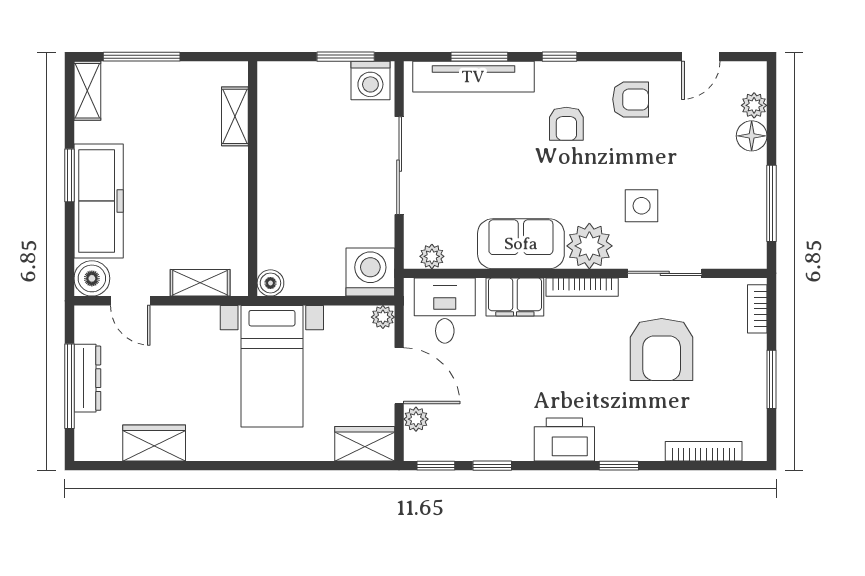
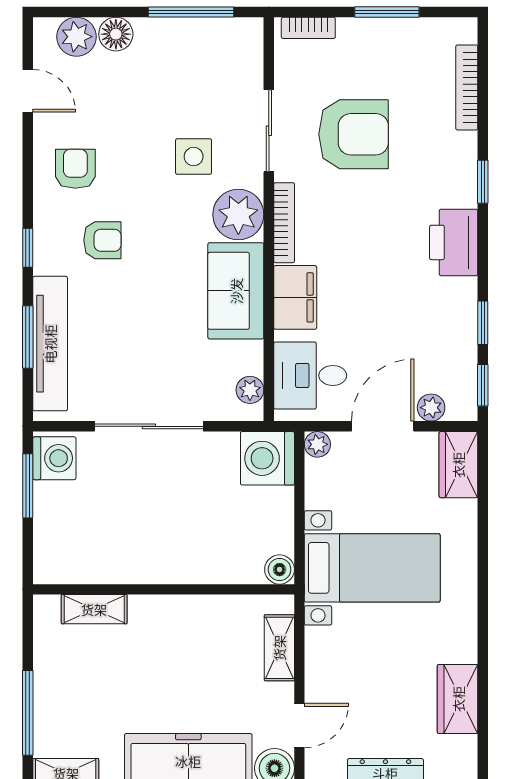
plant: (754, 105) -> (77, 37), width x1.38, depth x1.38

